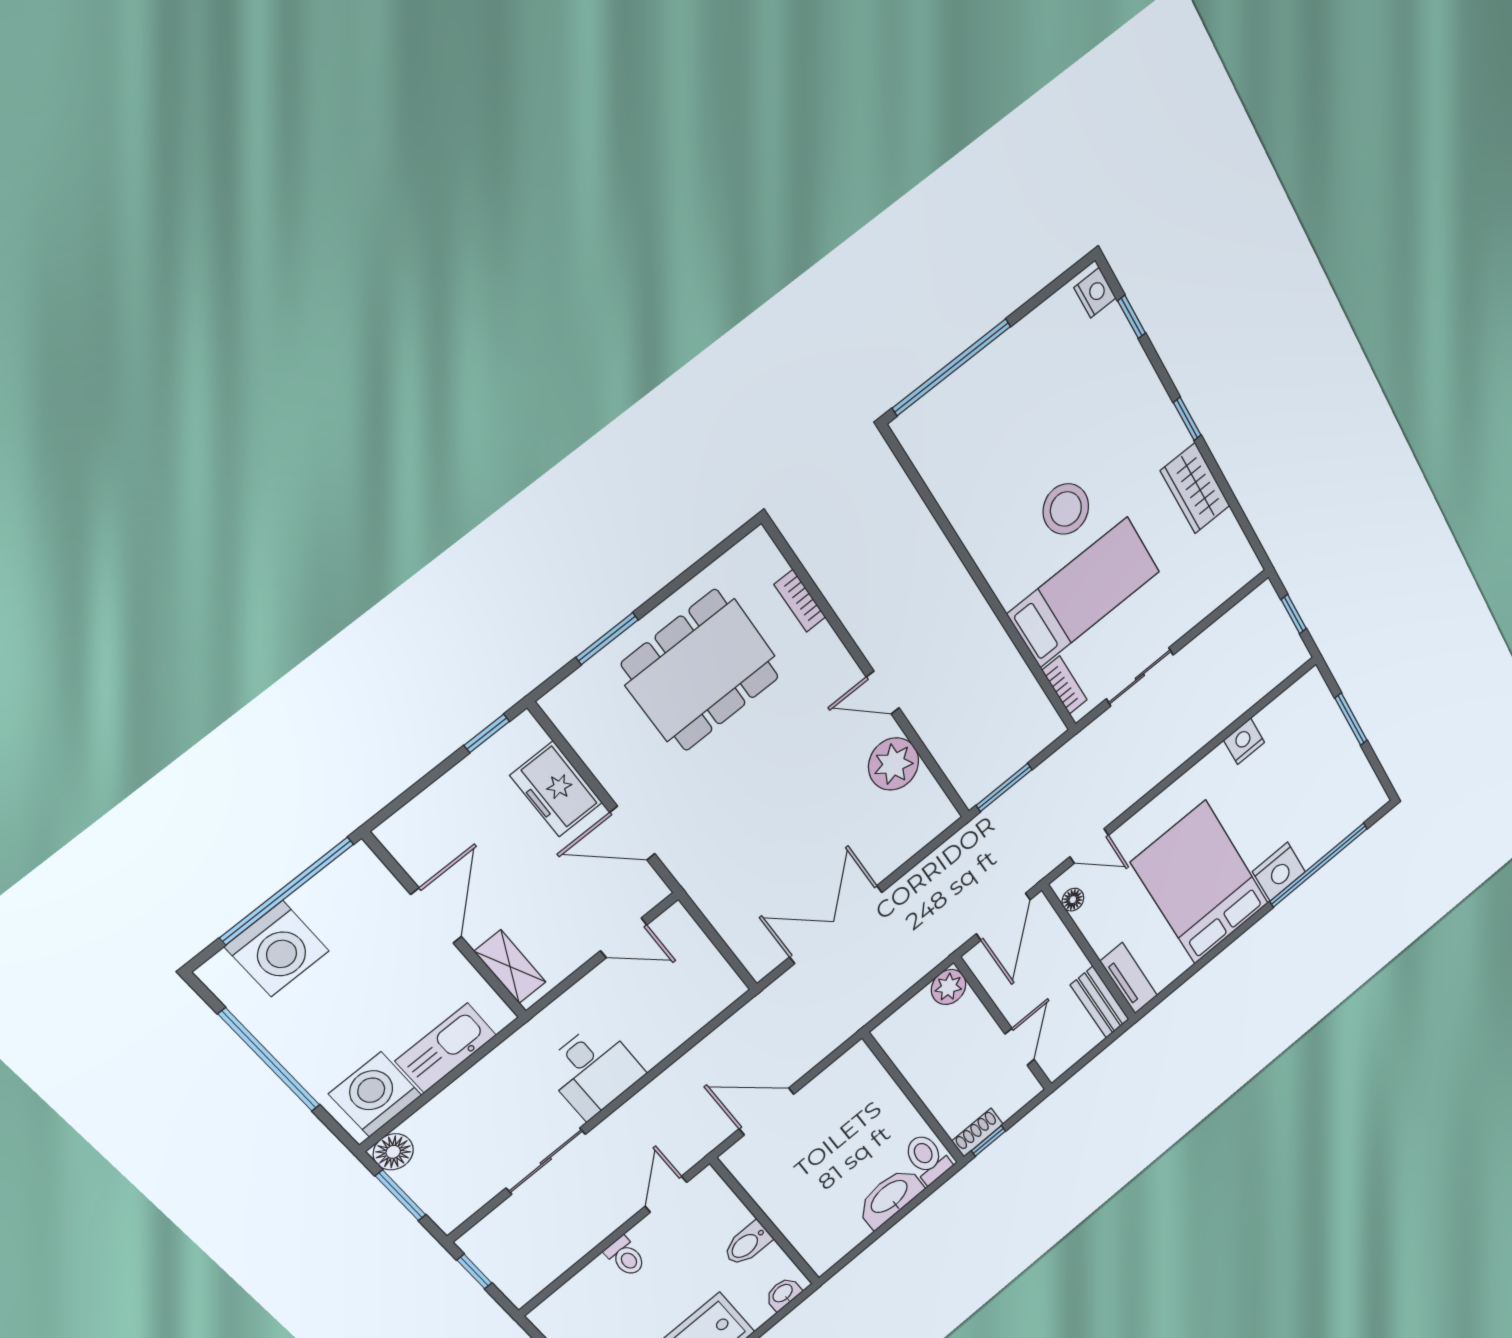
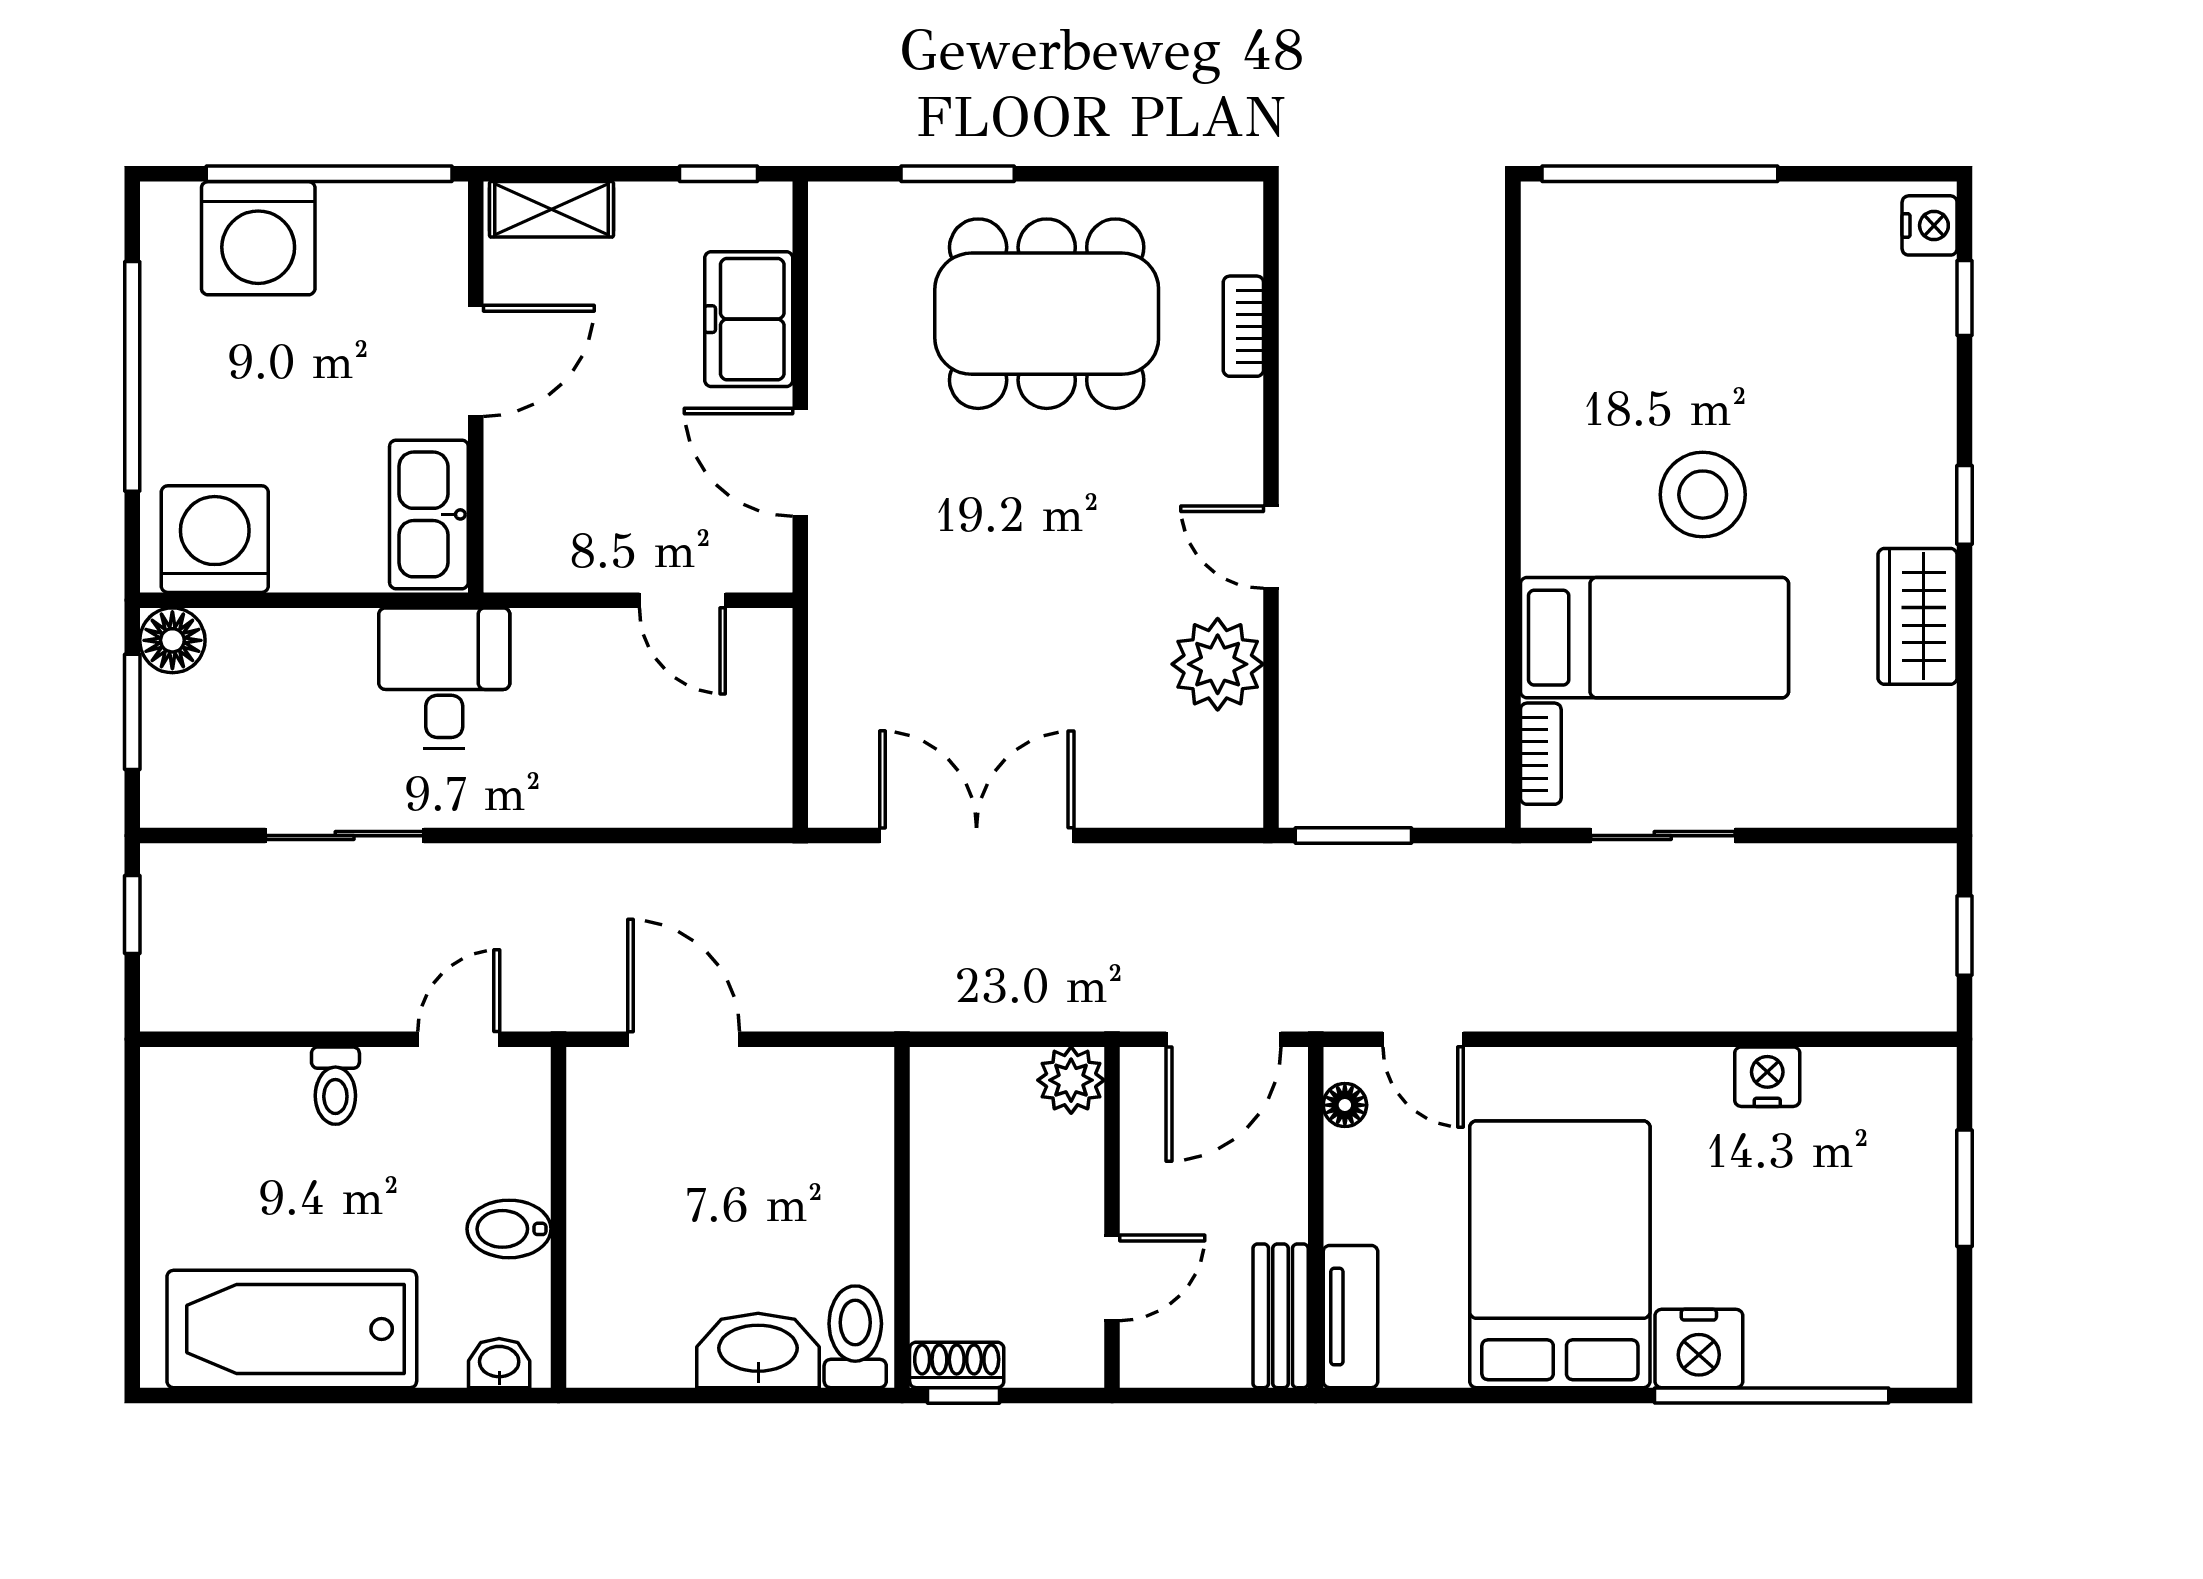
shelving: (510, 967) -> (551, 209), moved, turned 90
kitchen sink: (446, 1048) -> (429, 514), moved, turned -90
desk: (593, 1070) -> (444, 678), moved, turned 180

